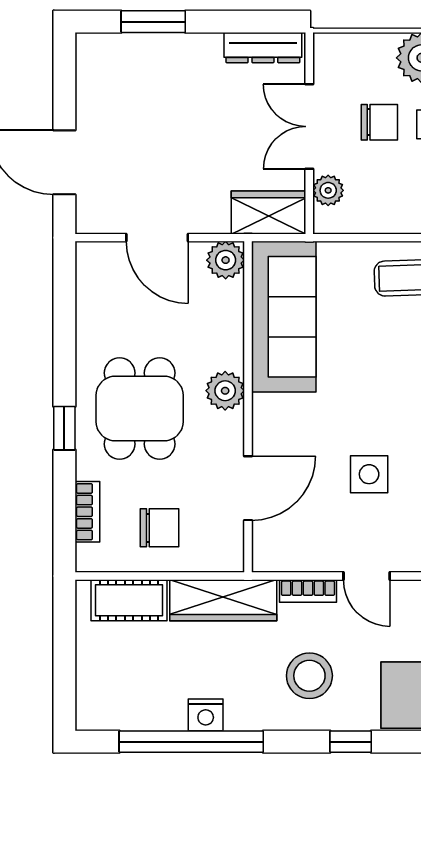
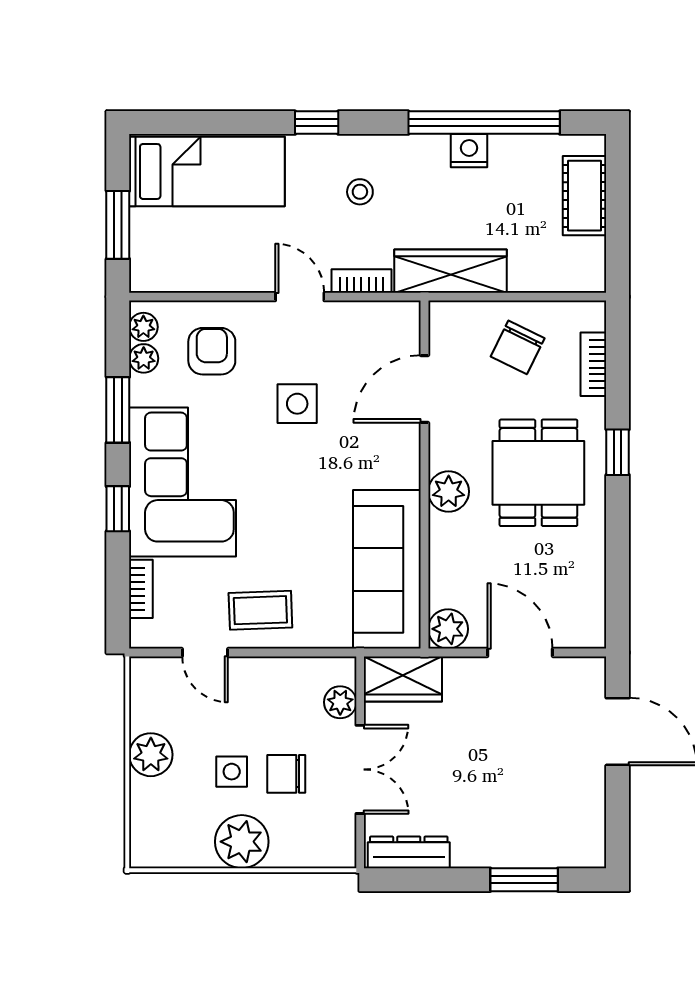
chair: (159, 528) -> (518, 347), turned -64
cot: (129, 600) -> (585, 196), moved, turned 90
stool: (309, 676) -> (360, 192), width x0.53, depth x0.53

